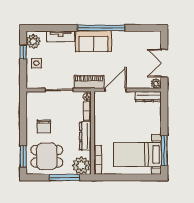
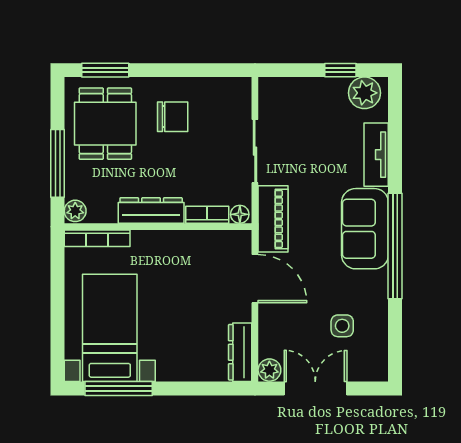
side table: (36, 63) -> (342, 326), moved
chair: (44, 126) -> (173, 117), turned 180
plant: (81, 165) -> (75, 211), width x0.53, depth x0.53

